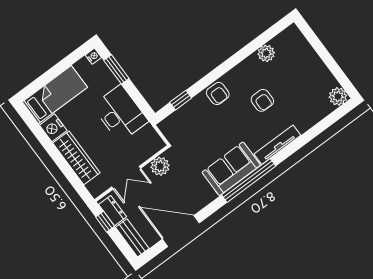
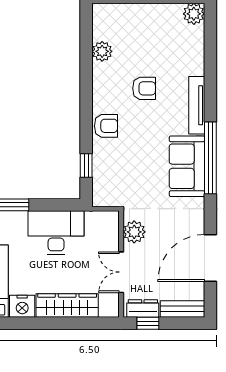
double door: (126, 178) -> (121, 272), swing flipped

